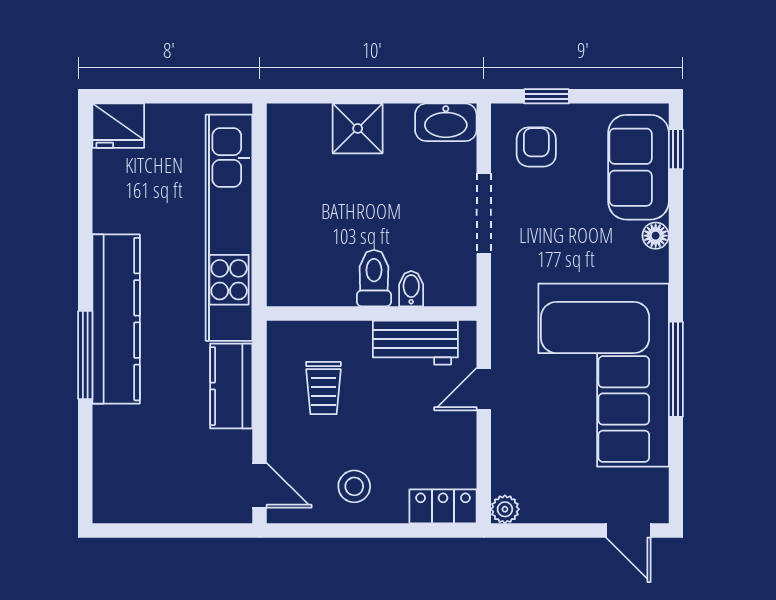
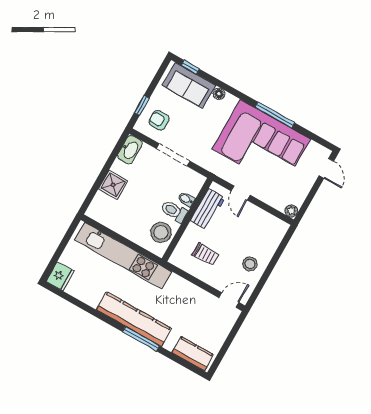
stool: (317, 276) -> (161, 232), added
kitchen counter: (231, 386) -> (193, 354), moved, turned 180
locker: (443, 506) -> (277, 234), removed
door: (628, 530) -> (326, 168), hinge flipped

